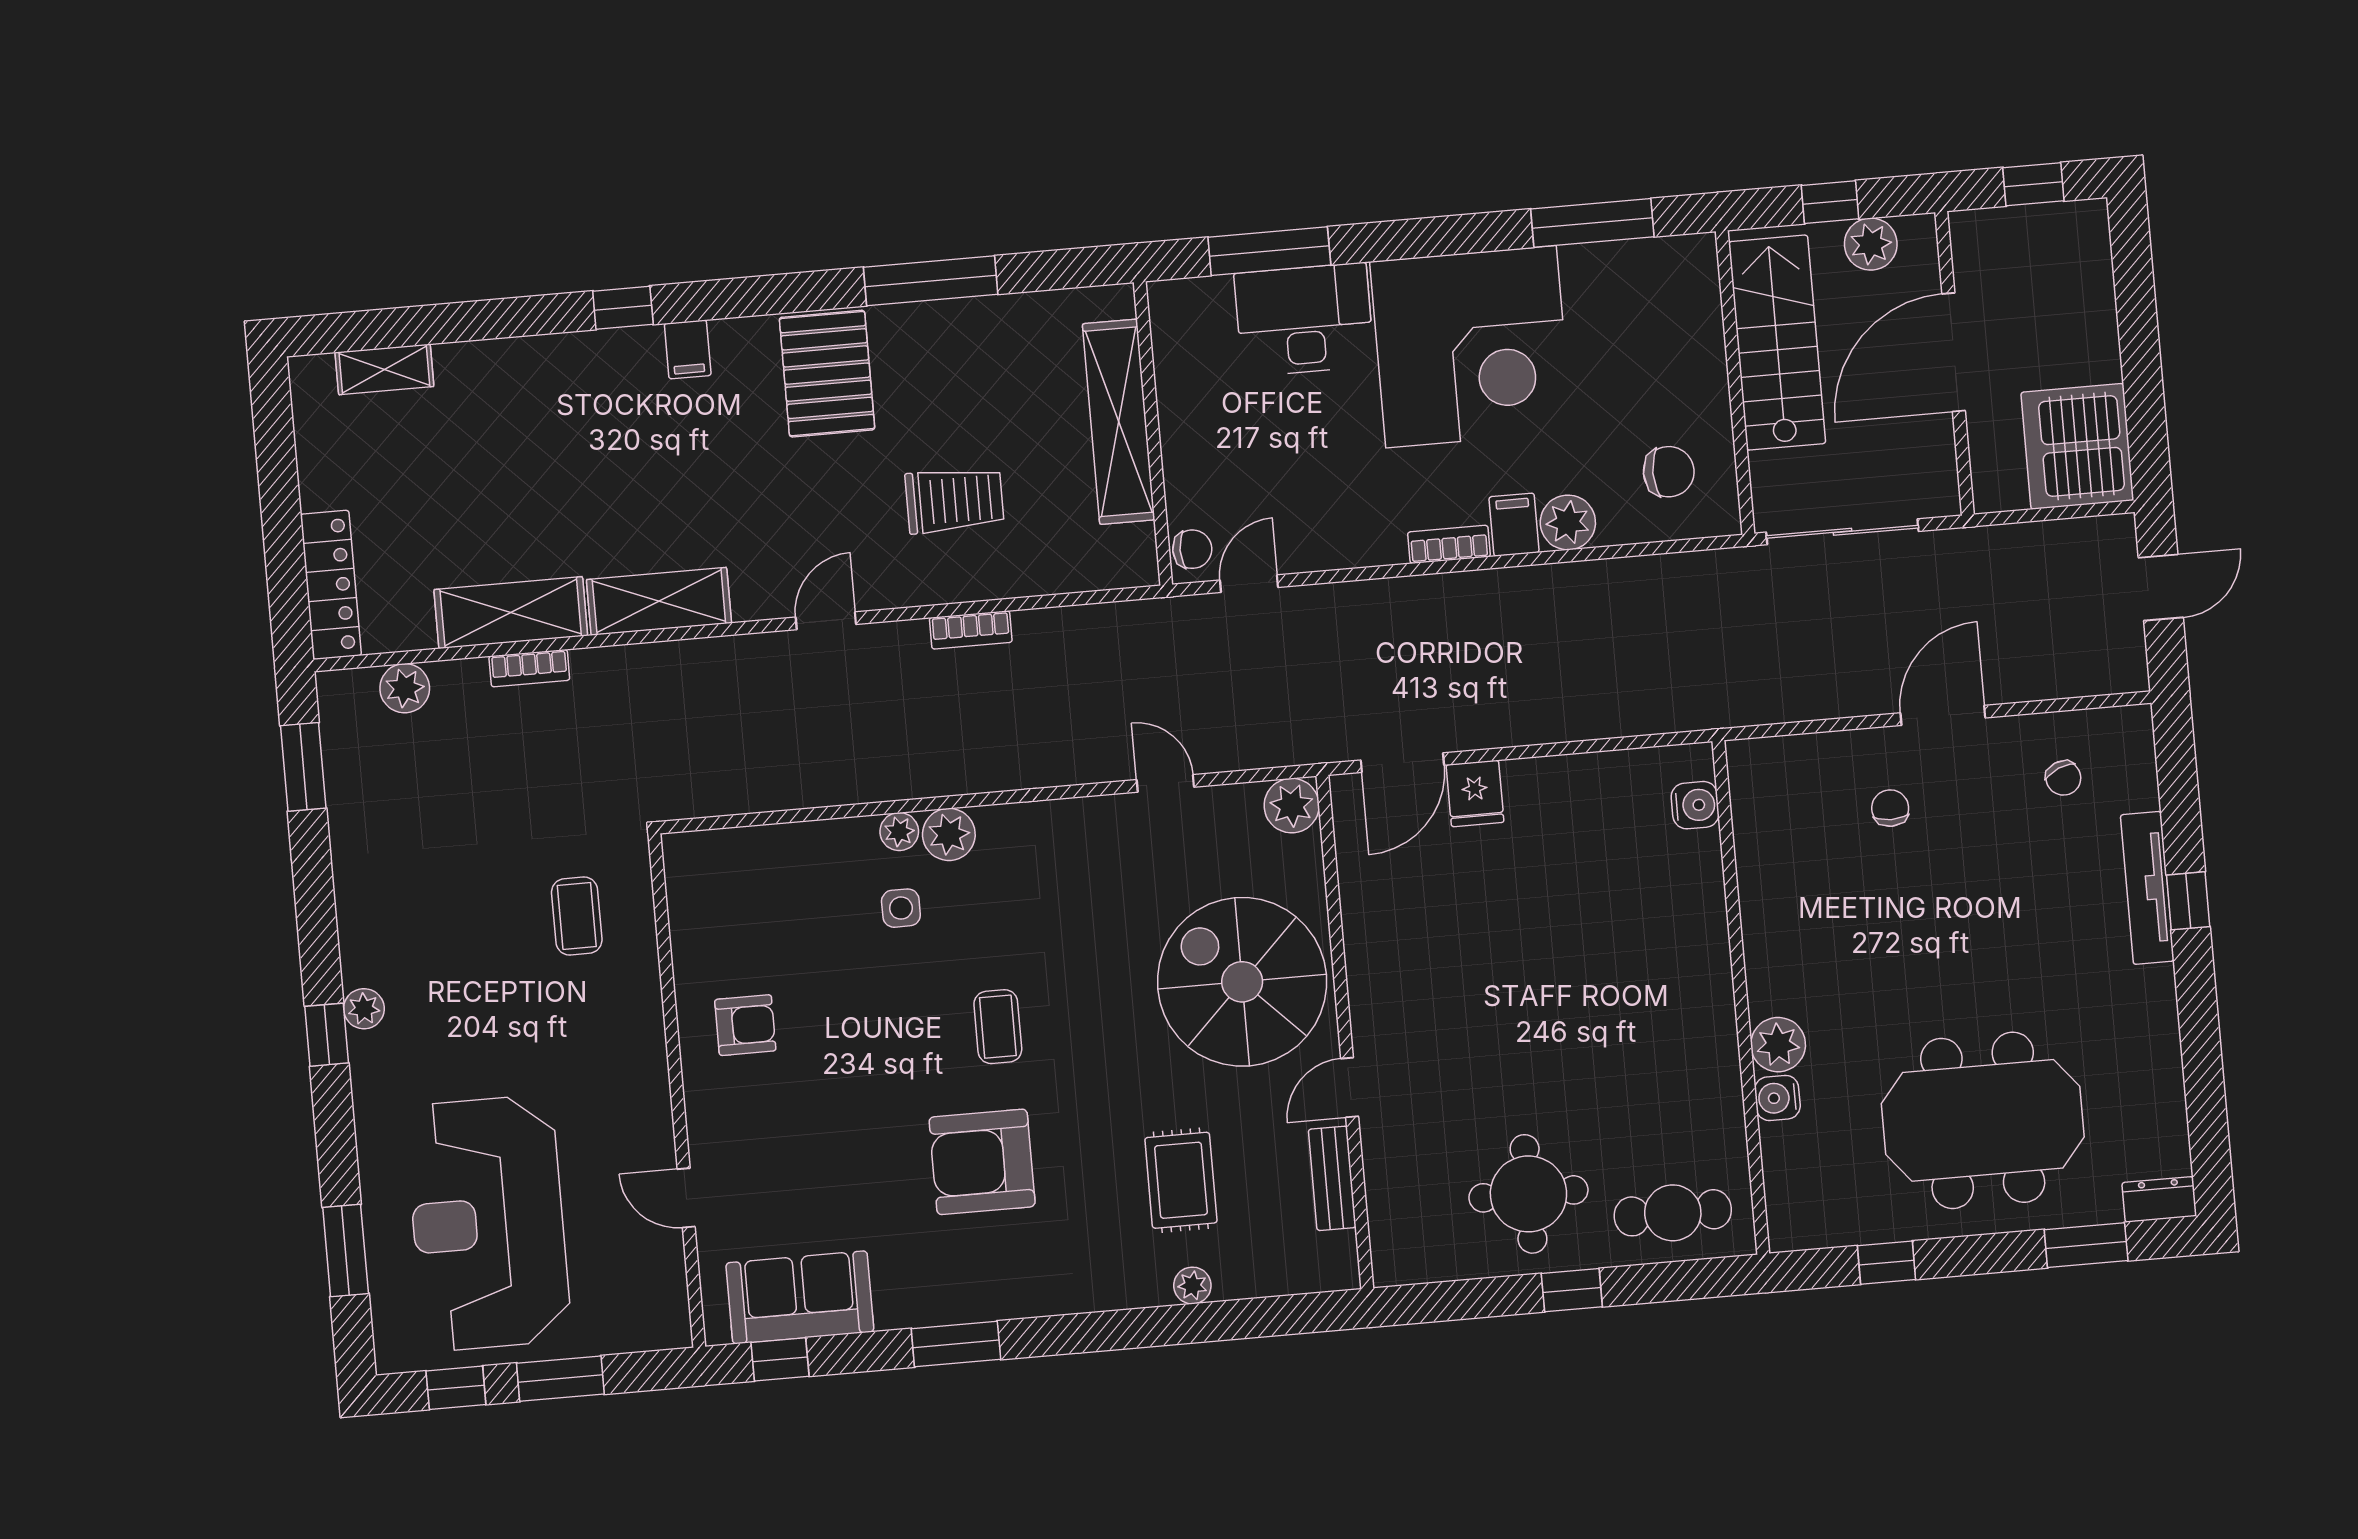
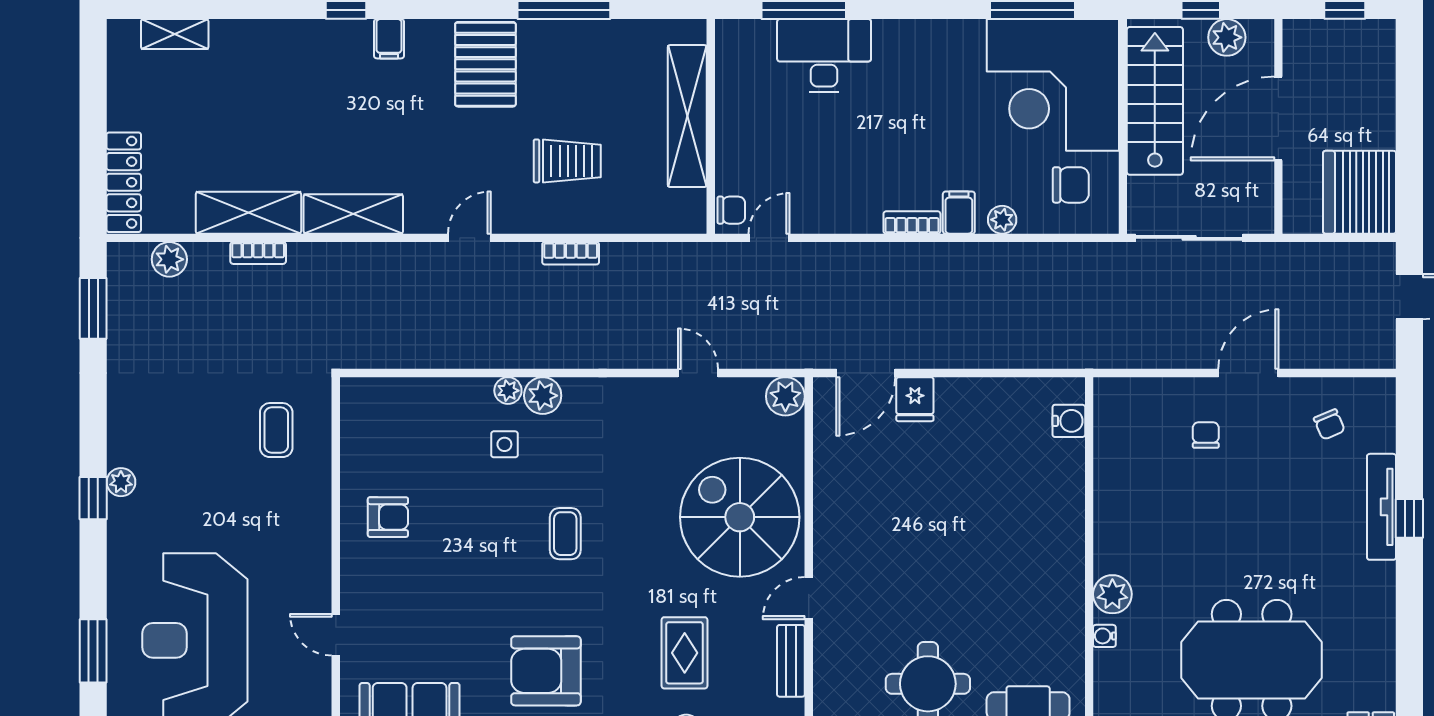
corner desk: (1471, 347) -> (1053, 85), moved, turned 90
plant: (1568, 522) -> (1002, 220), width x0.73, depth x0.73
water cooler: (1777, 1098) -> (1104, 636), width x0.72, depth x0.72
armchair: (982, 1162) -> (546, 671), moved

